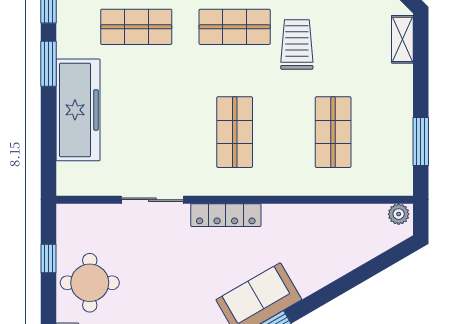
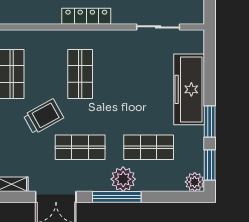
trolley: (297, 45) -> (43, 117), moved, turned -119
sliding door: (152, 200) -> (158, 27), moved

